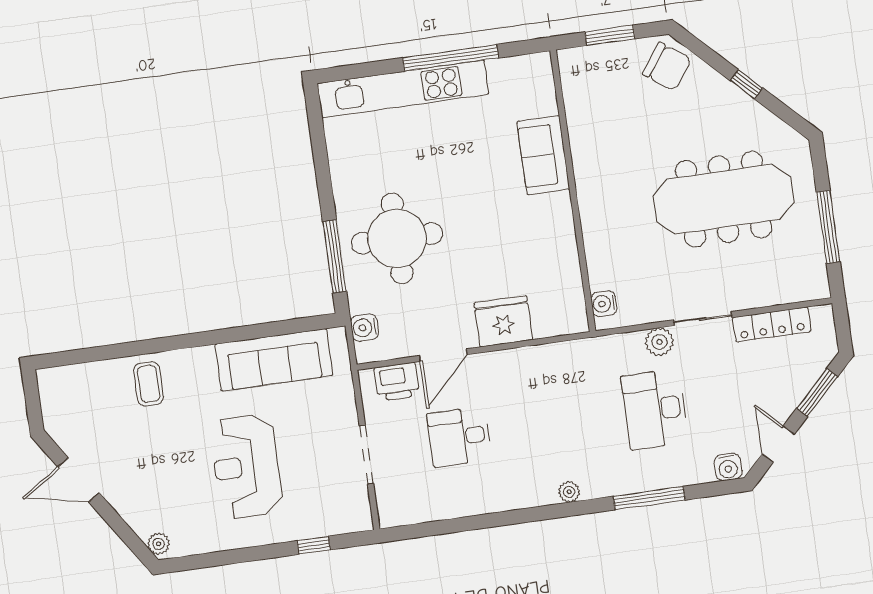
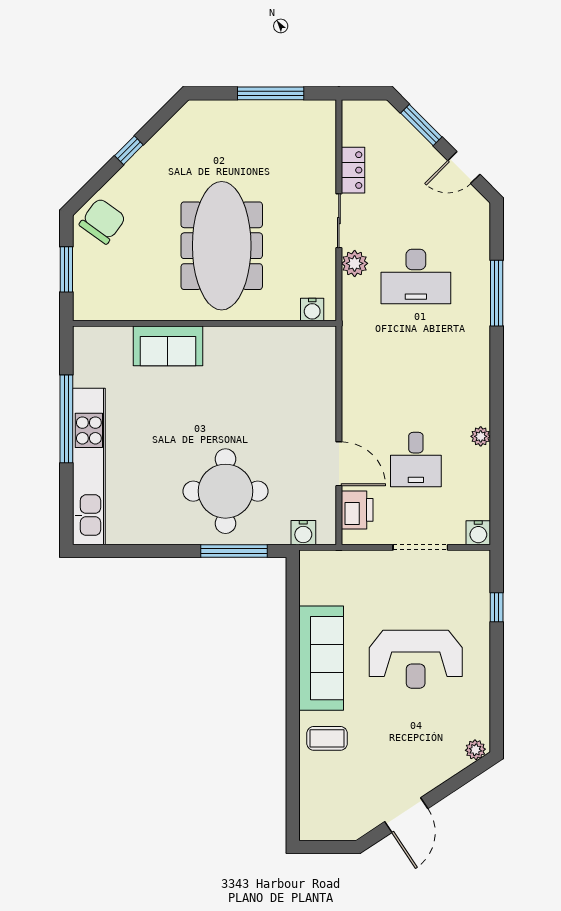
meeting table: (724, 199) -> (222, 246), moved
fridge: (503, 321) -> (315, 404), removed
locker: (772, 324) -> (353, 170), width x0.66
sofa: (274, 360) -> (321, 658), moved
water cooler: (728, 467) -> (478, 533), moved, turned 90
plant: (569, 492) -> (481, 436), moved

